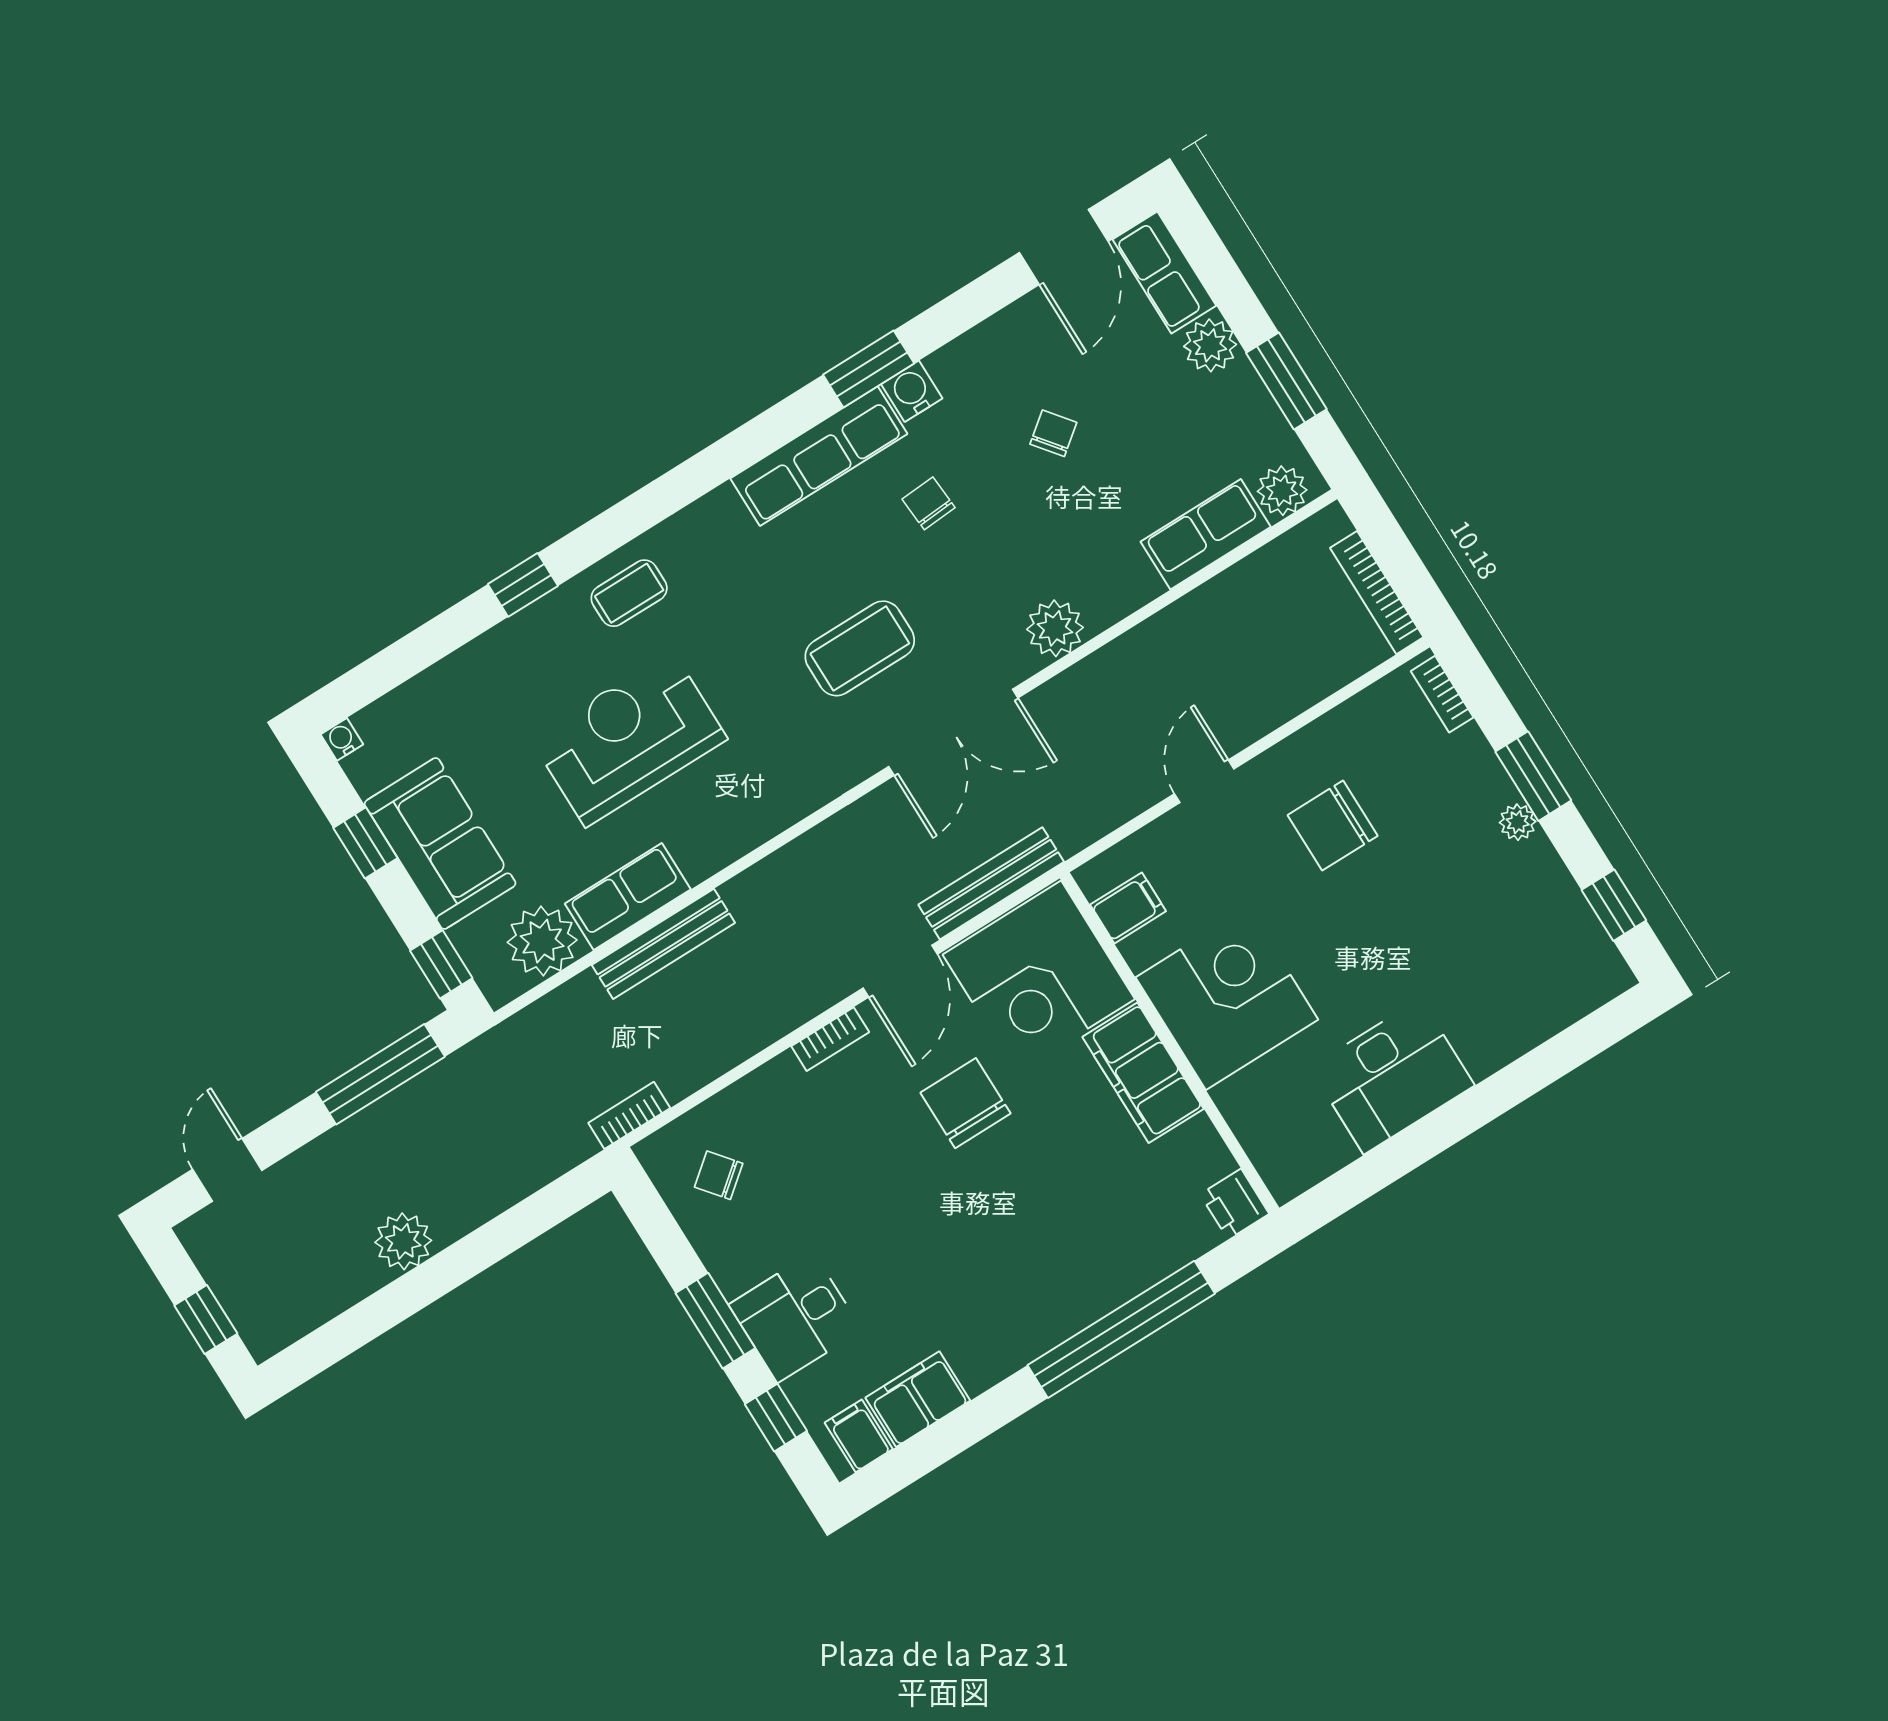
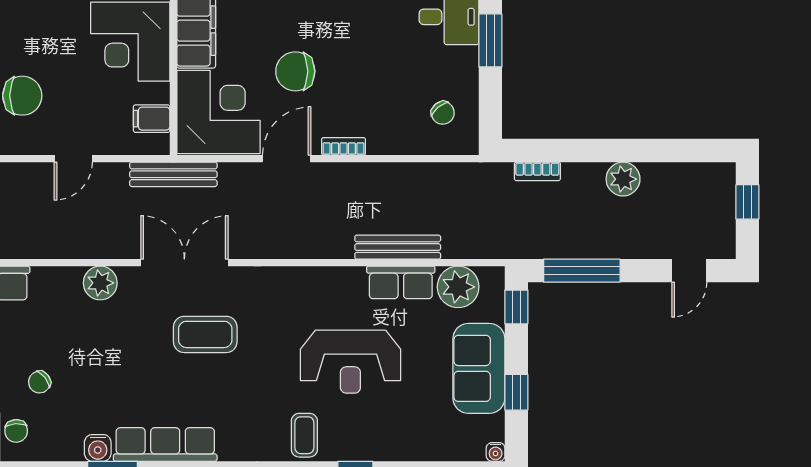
chair: (929, 503) -> (16, 431), moved
coffee table: (629, 593) -> (304, 435), turned 90
bench: (991, 883) -> (173, 174), moved
chair: (966, 1103) -> (295, 71), turned 90
bookcase: (629, 1115) -> (537, 171), moved

